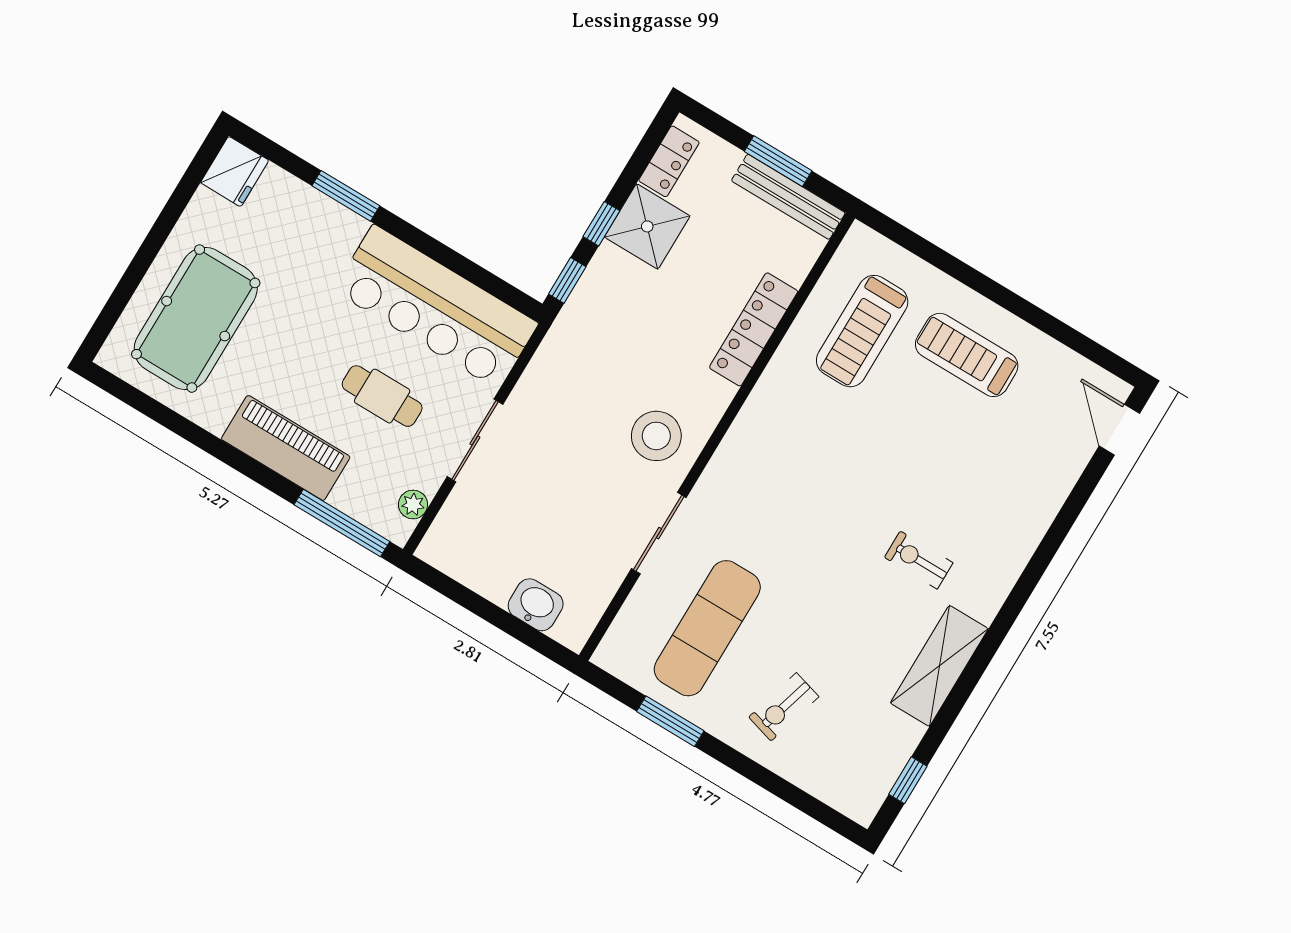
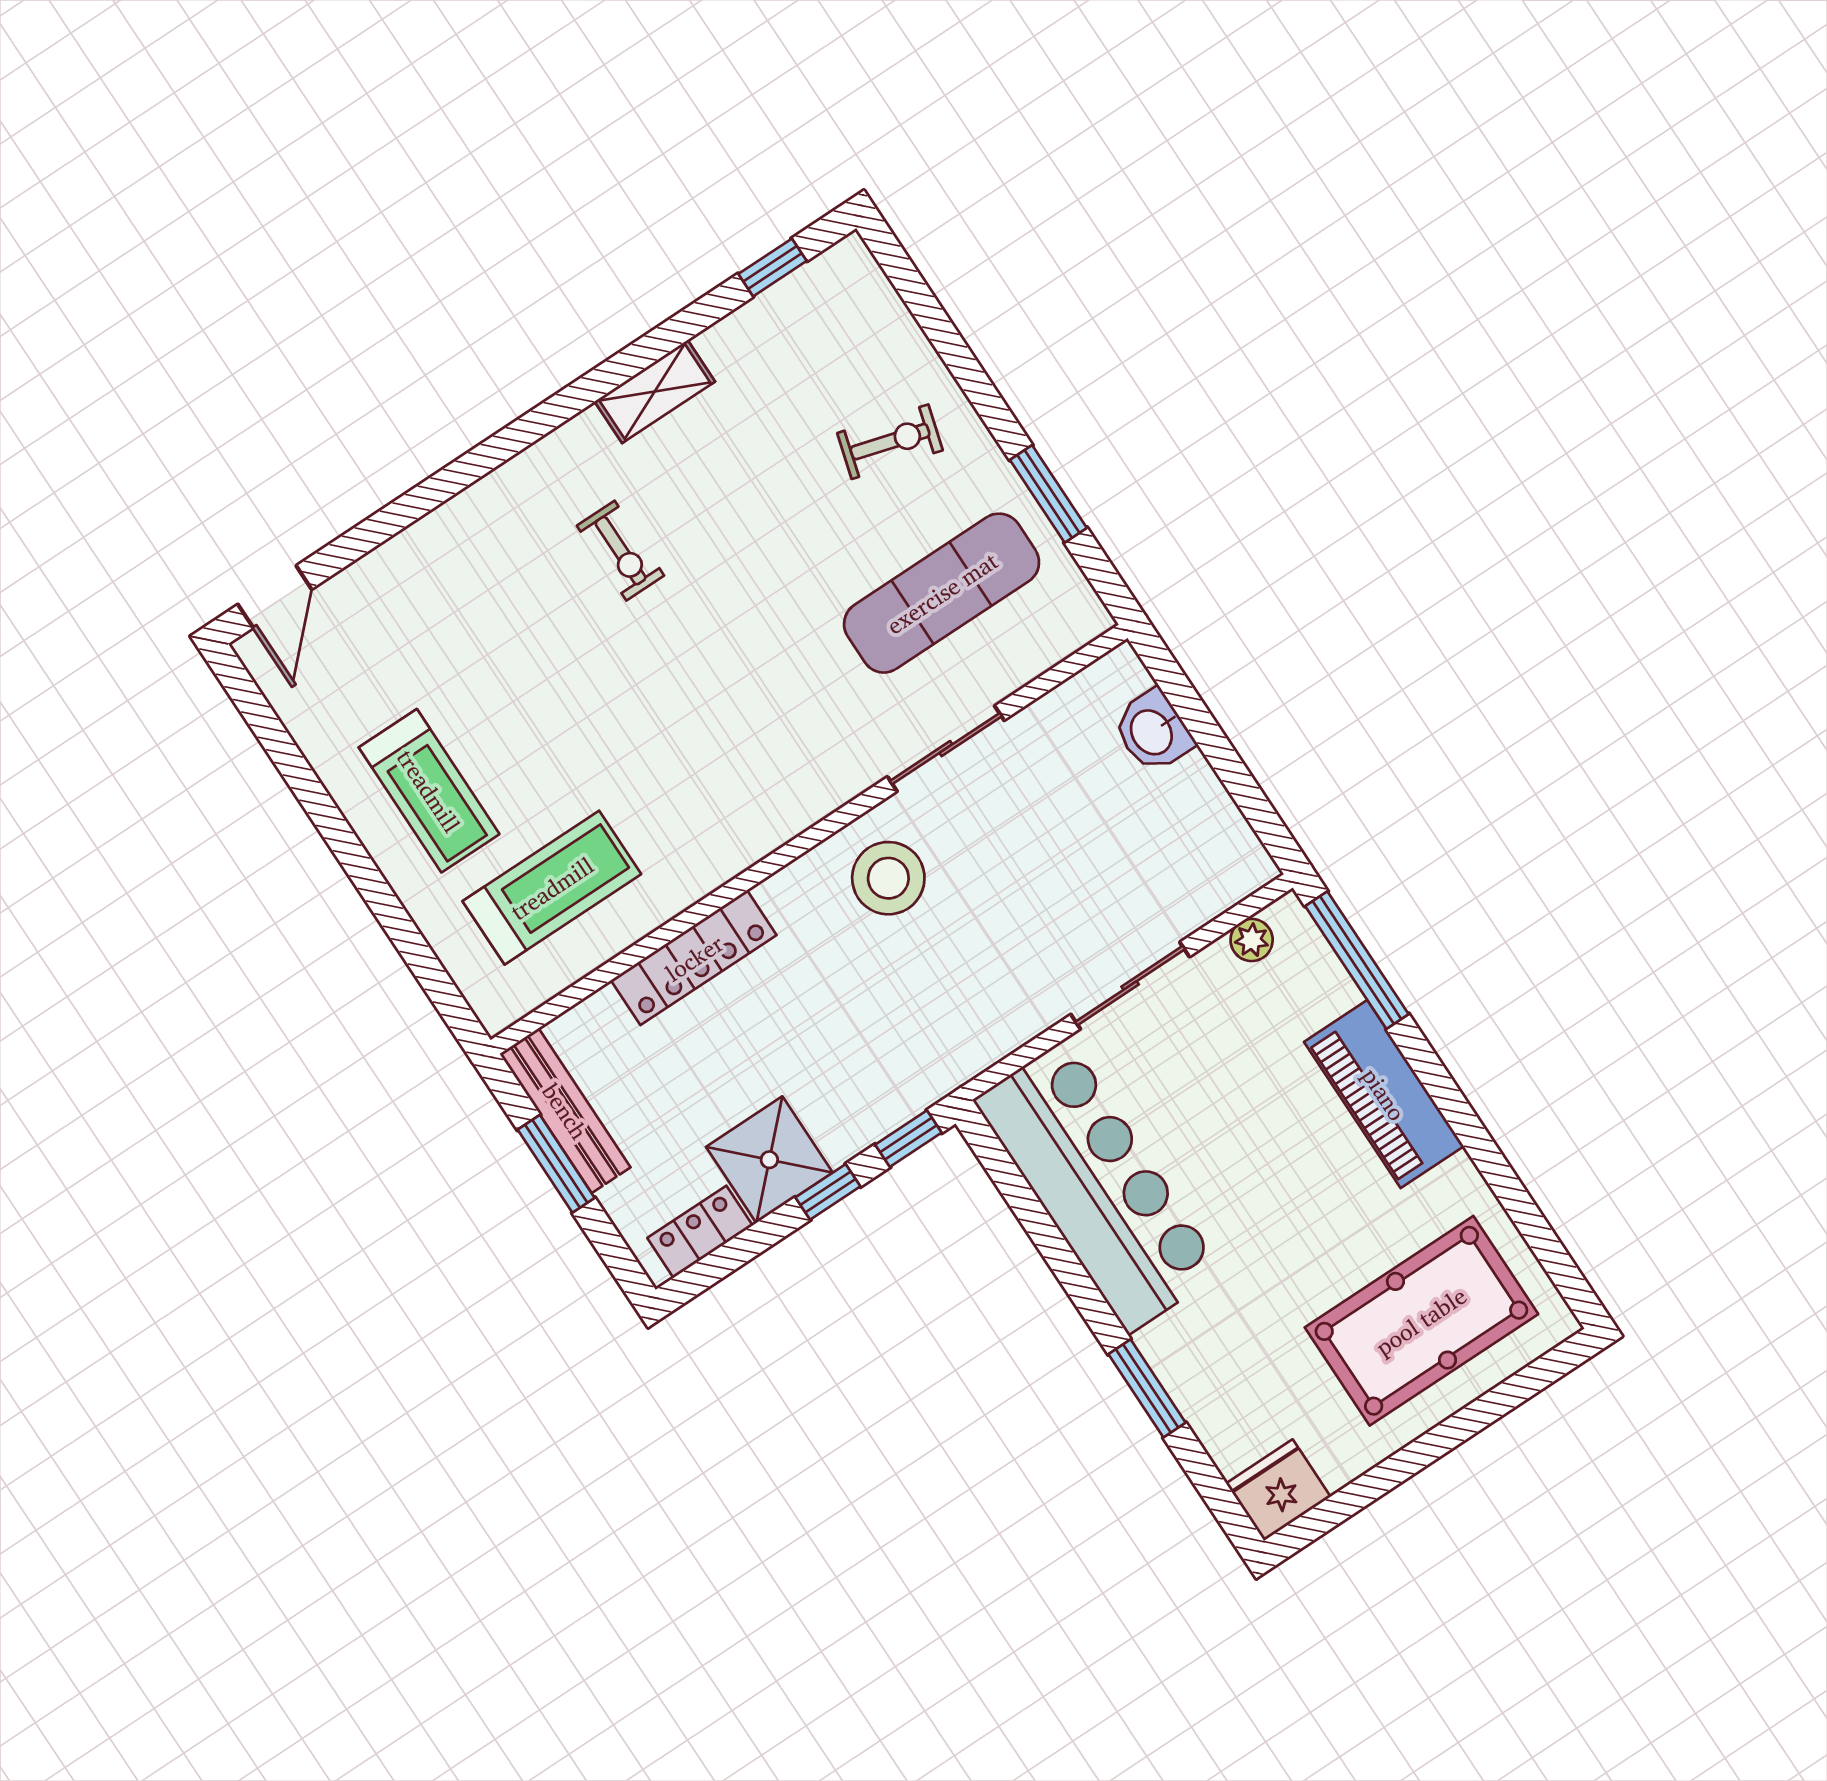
cafe table: (382, 396) -> (1224, 1102), removed
shelving: (939, 666) -> (655, 391), width x0.67, depth x0.75

